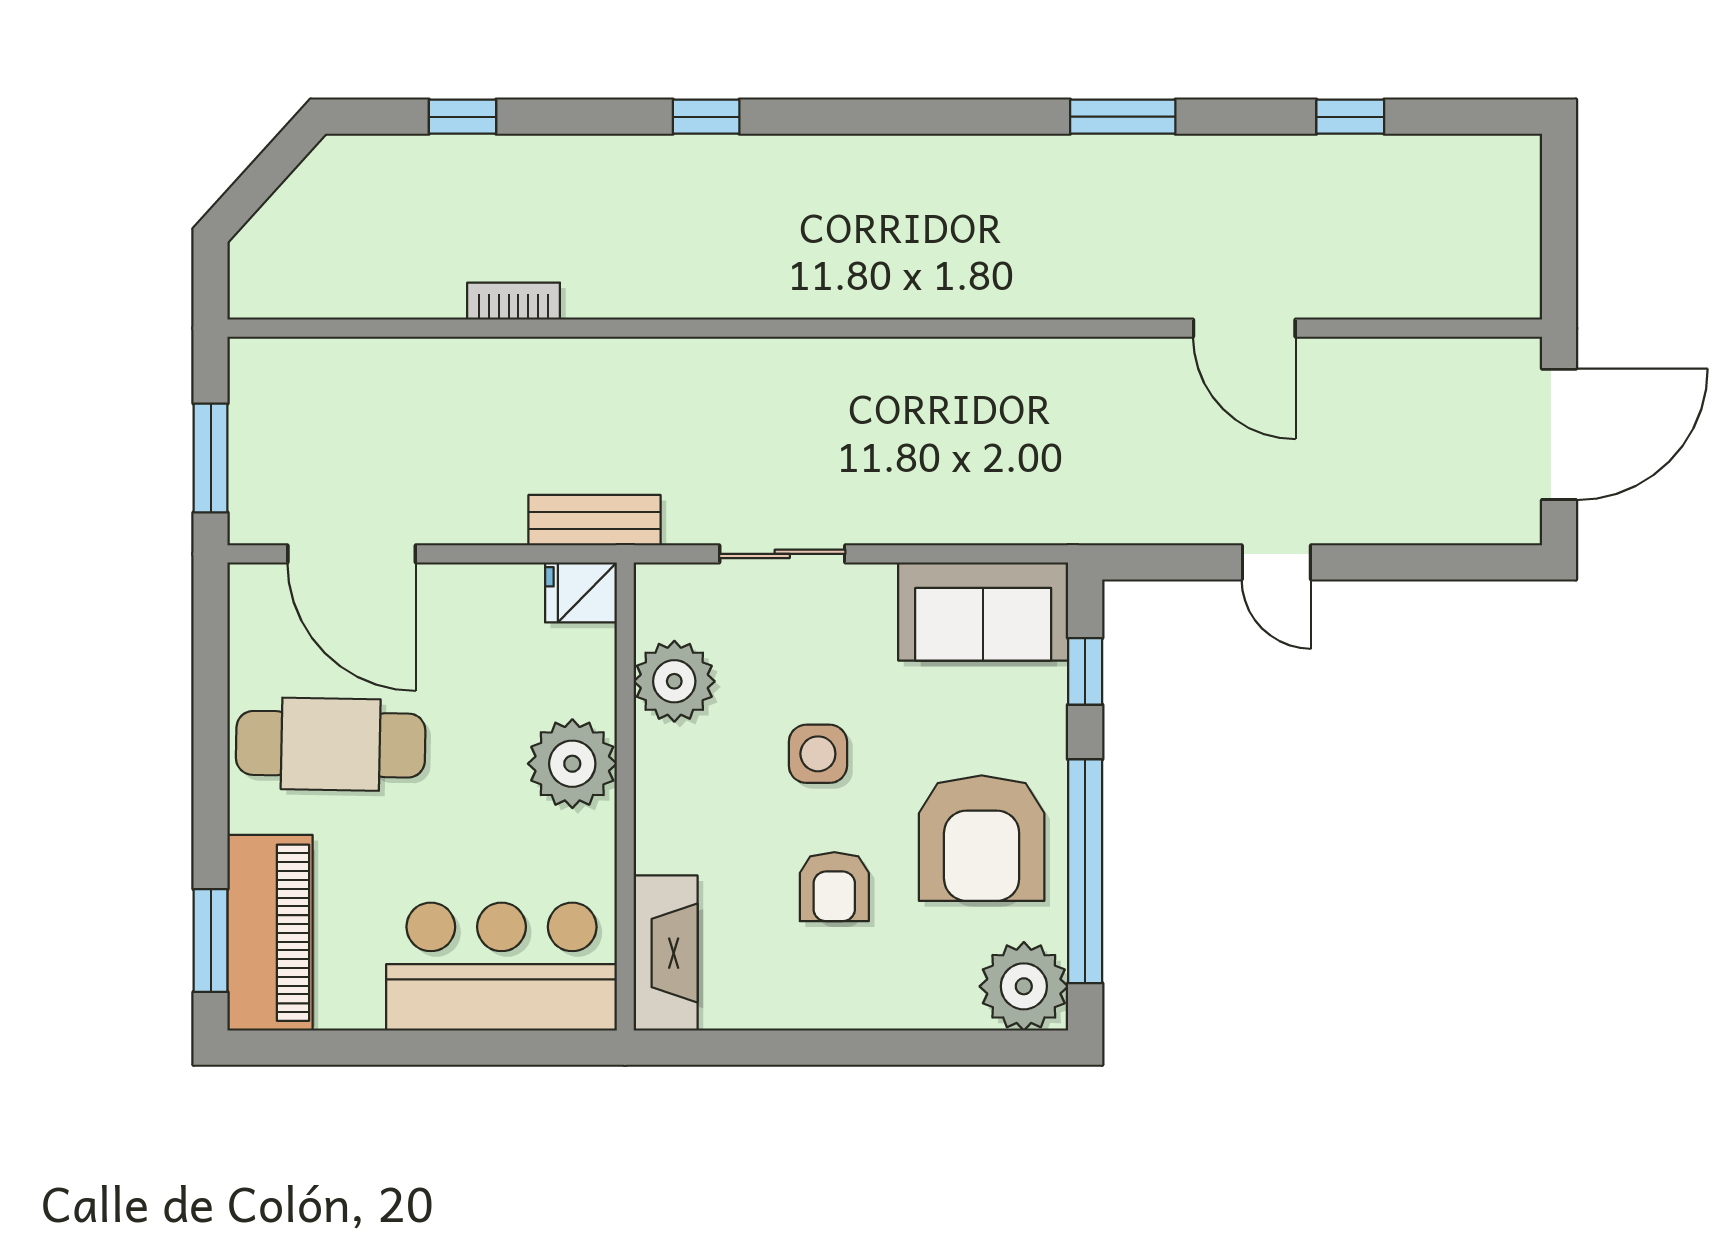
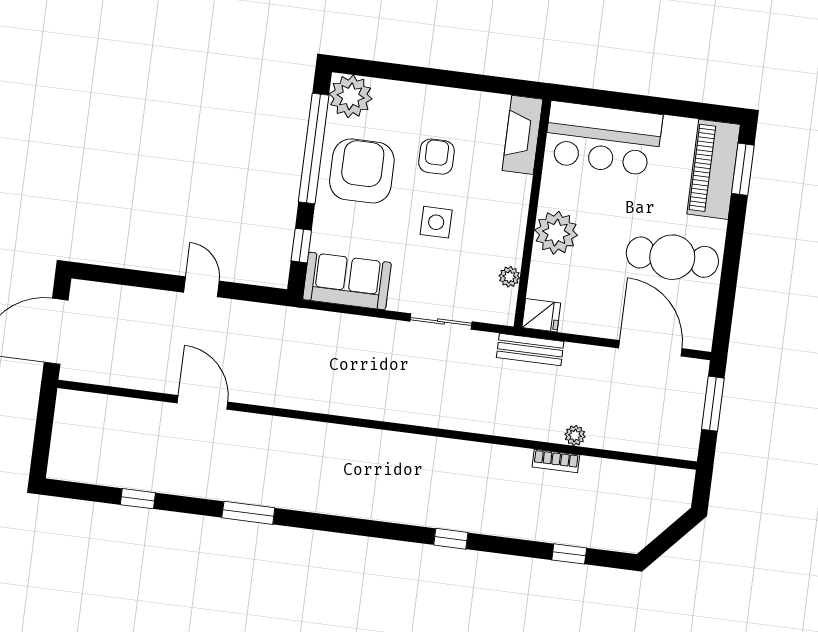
plant: (482, 358) -> (575, 435), added
plant: (674, 681) -> (509, 277), width x0.53, depth x0.53

